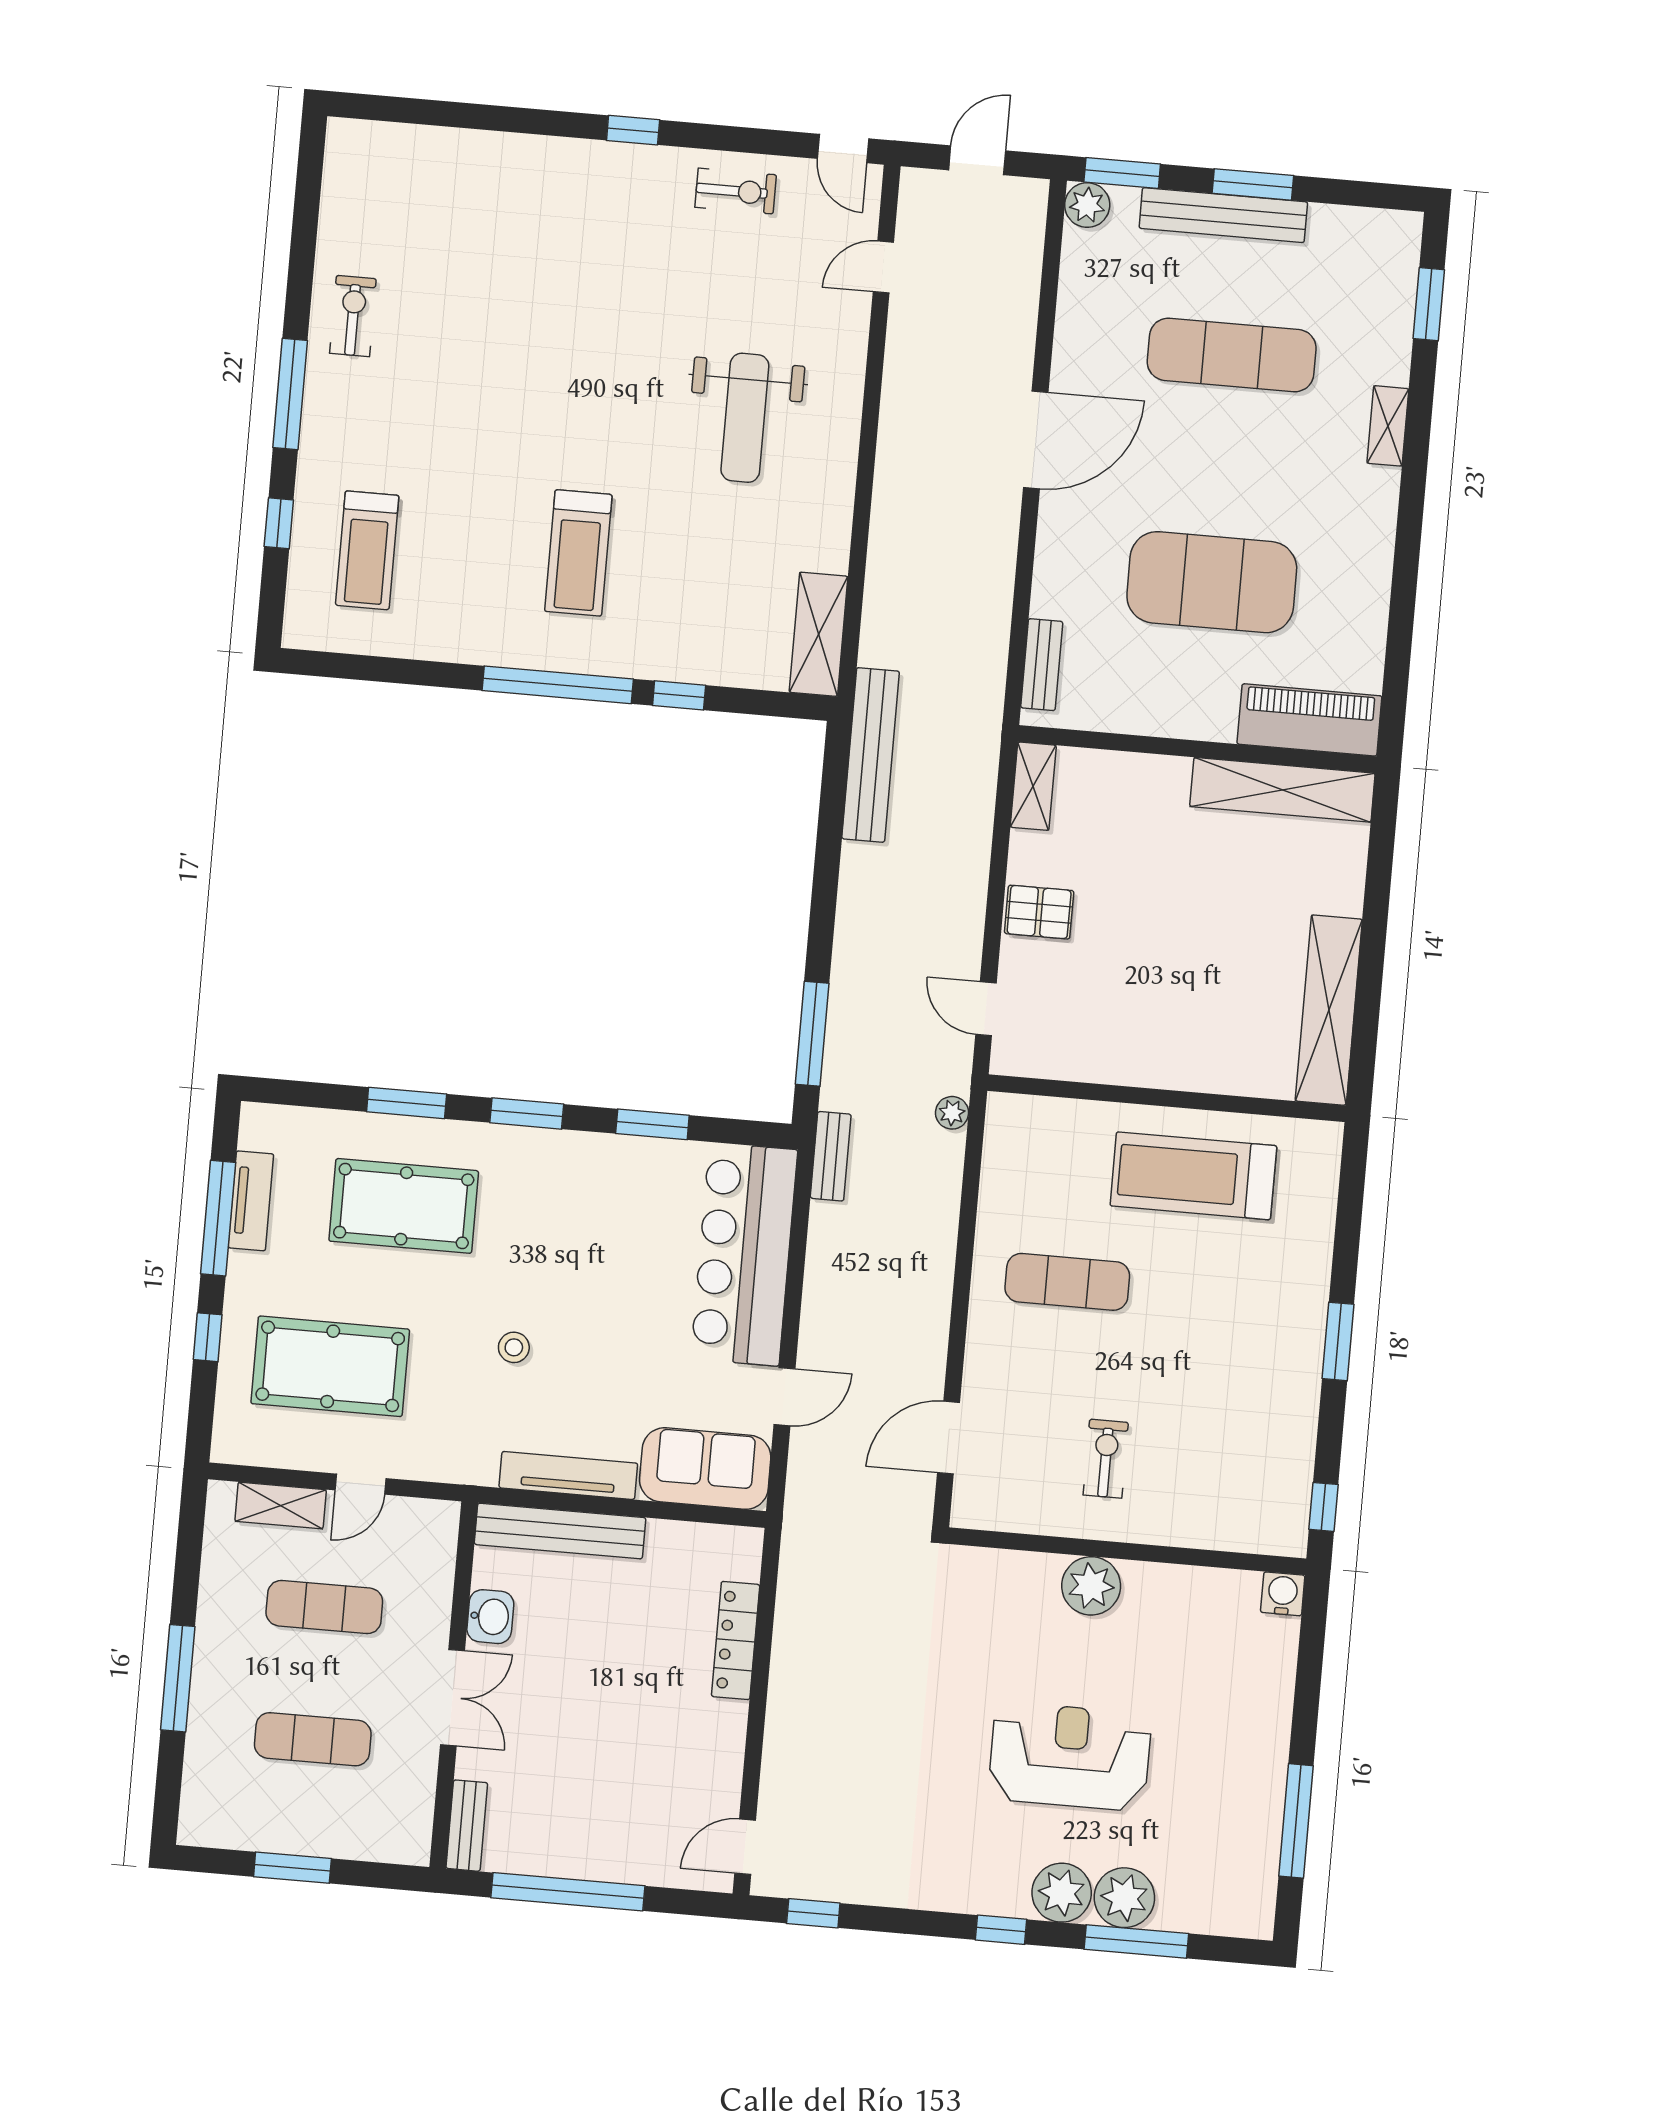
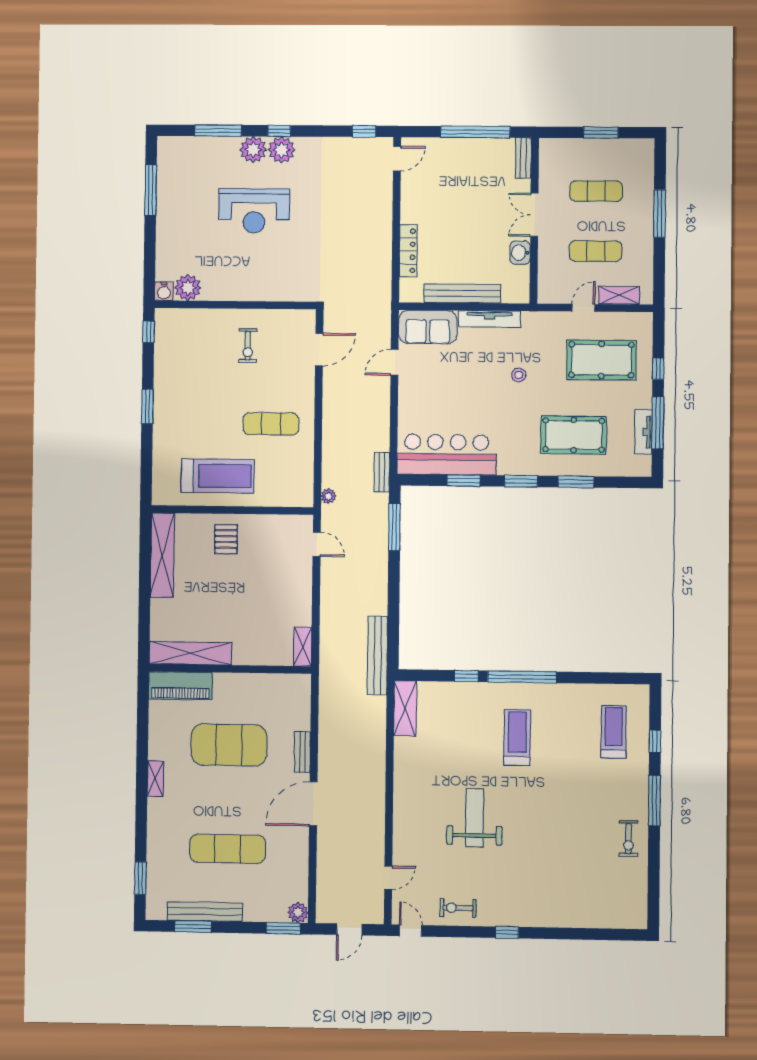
window: (1253, 184) -> (193, 926), moved
bench: (1223, 215) -> (205, 912), moved
weight bench: (745, 418) -> (475, 818), moved
shelving: (1388, 426) -> (155, 779), moved
bench: (1042, 665) -> (302, 752), moved
pallet: (1039, 912) -> (226, 539), moved, turned 90
bar counter: (744, 1254) -> (447, 455), moved, turned -90
bench: (560, 1531) -> (462, 293), moved
plant: (1091, 1586) -> (188, 288), moved
plant: (1124, 1898) -> (282, 150), moved

